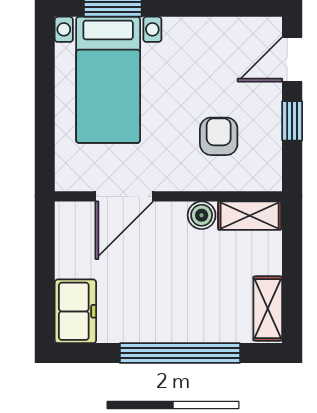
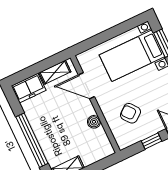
armchair: (219, 136) -> (130, 113), turned -128
shelving: (250, 216) -> (55, 72), moved, turned 90

